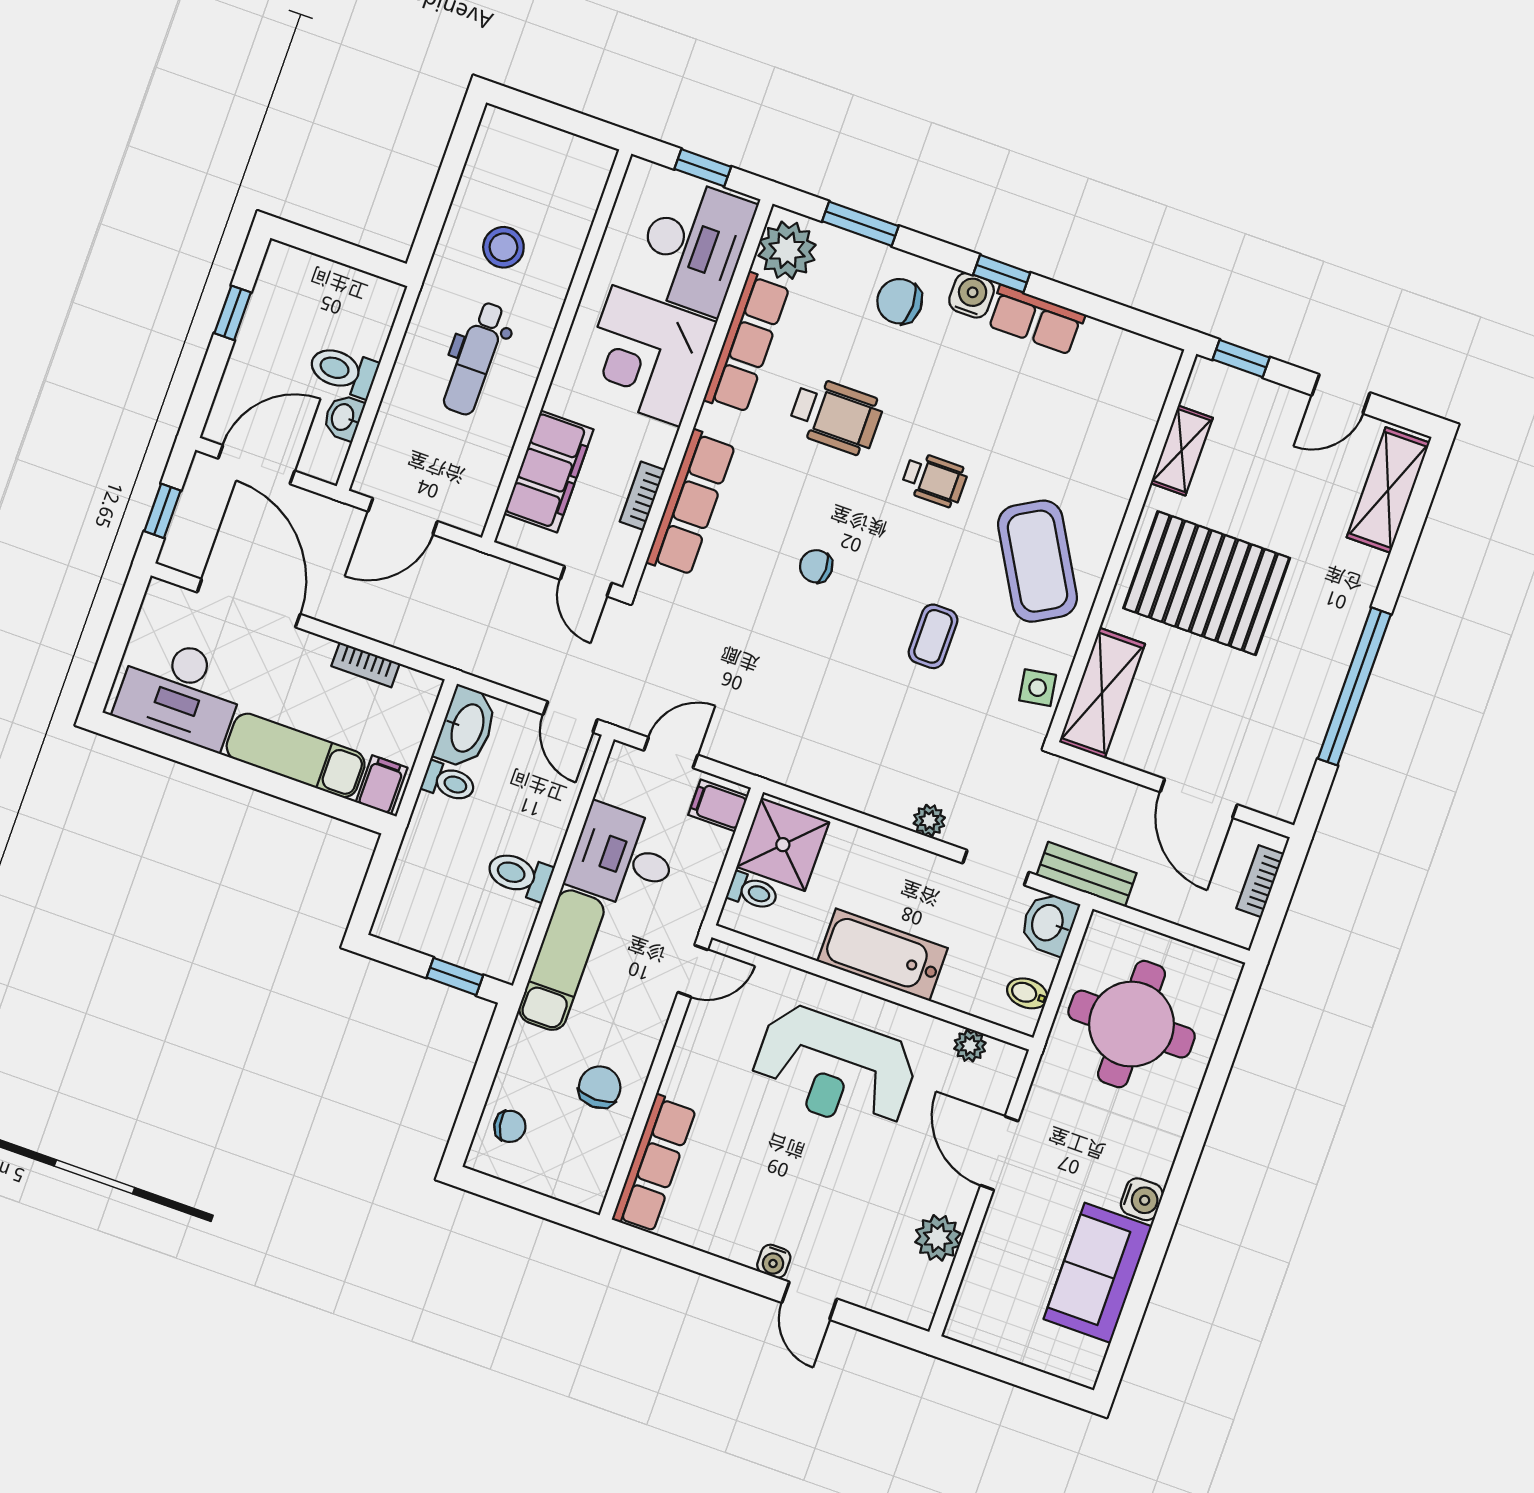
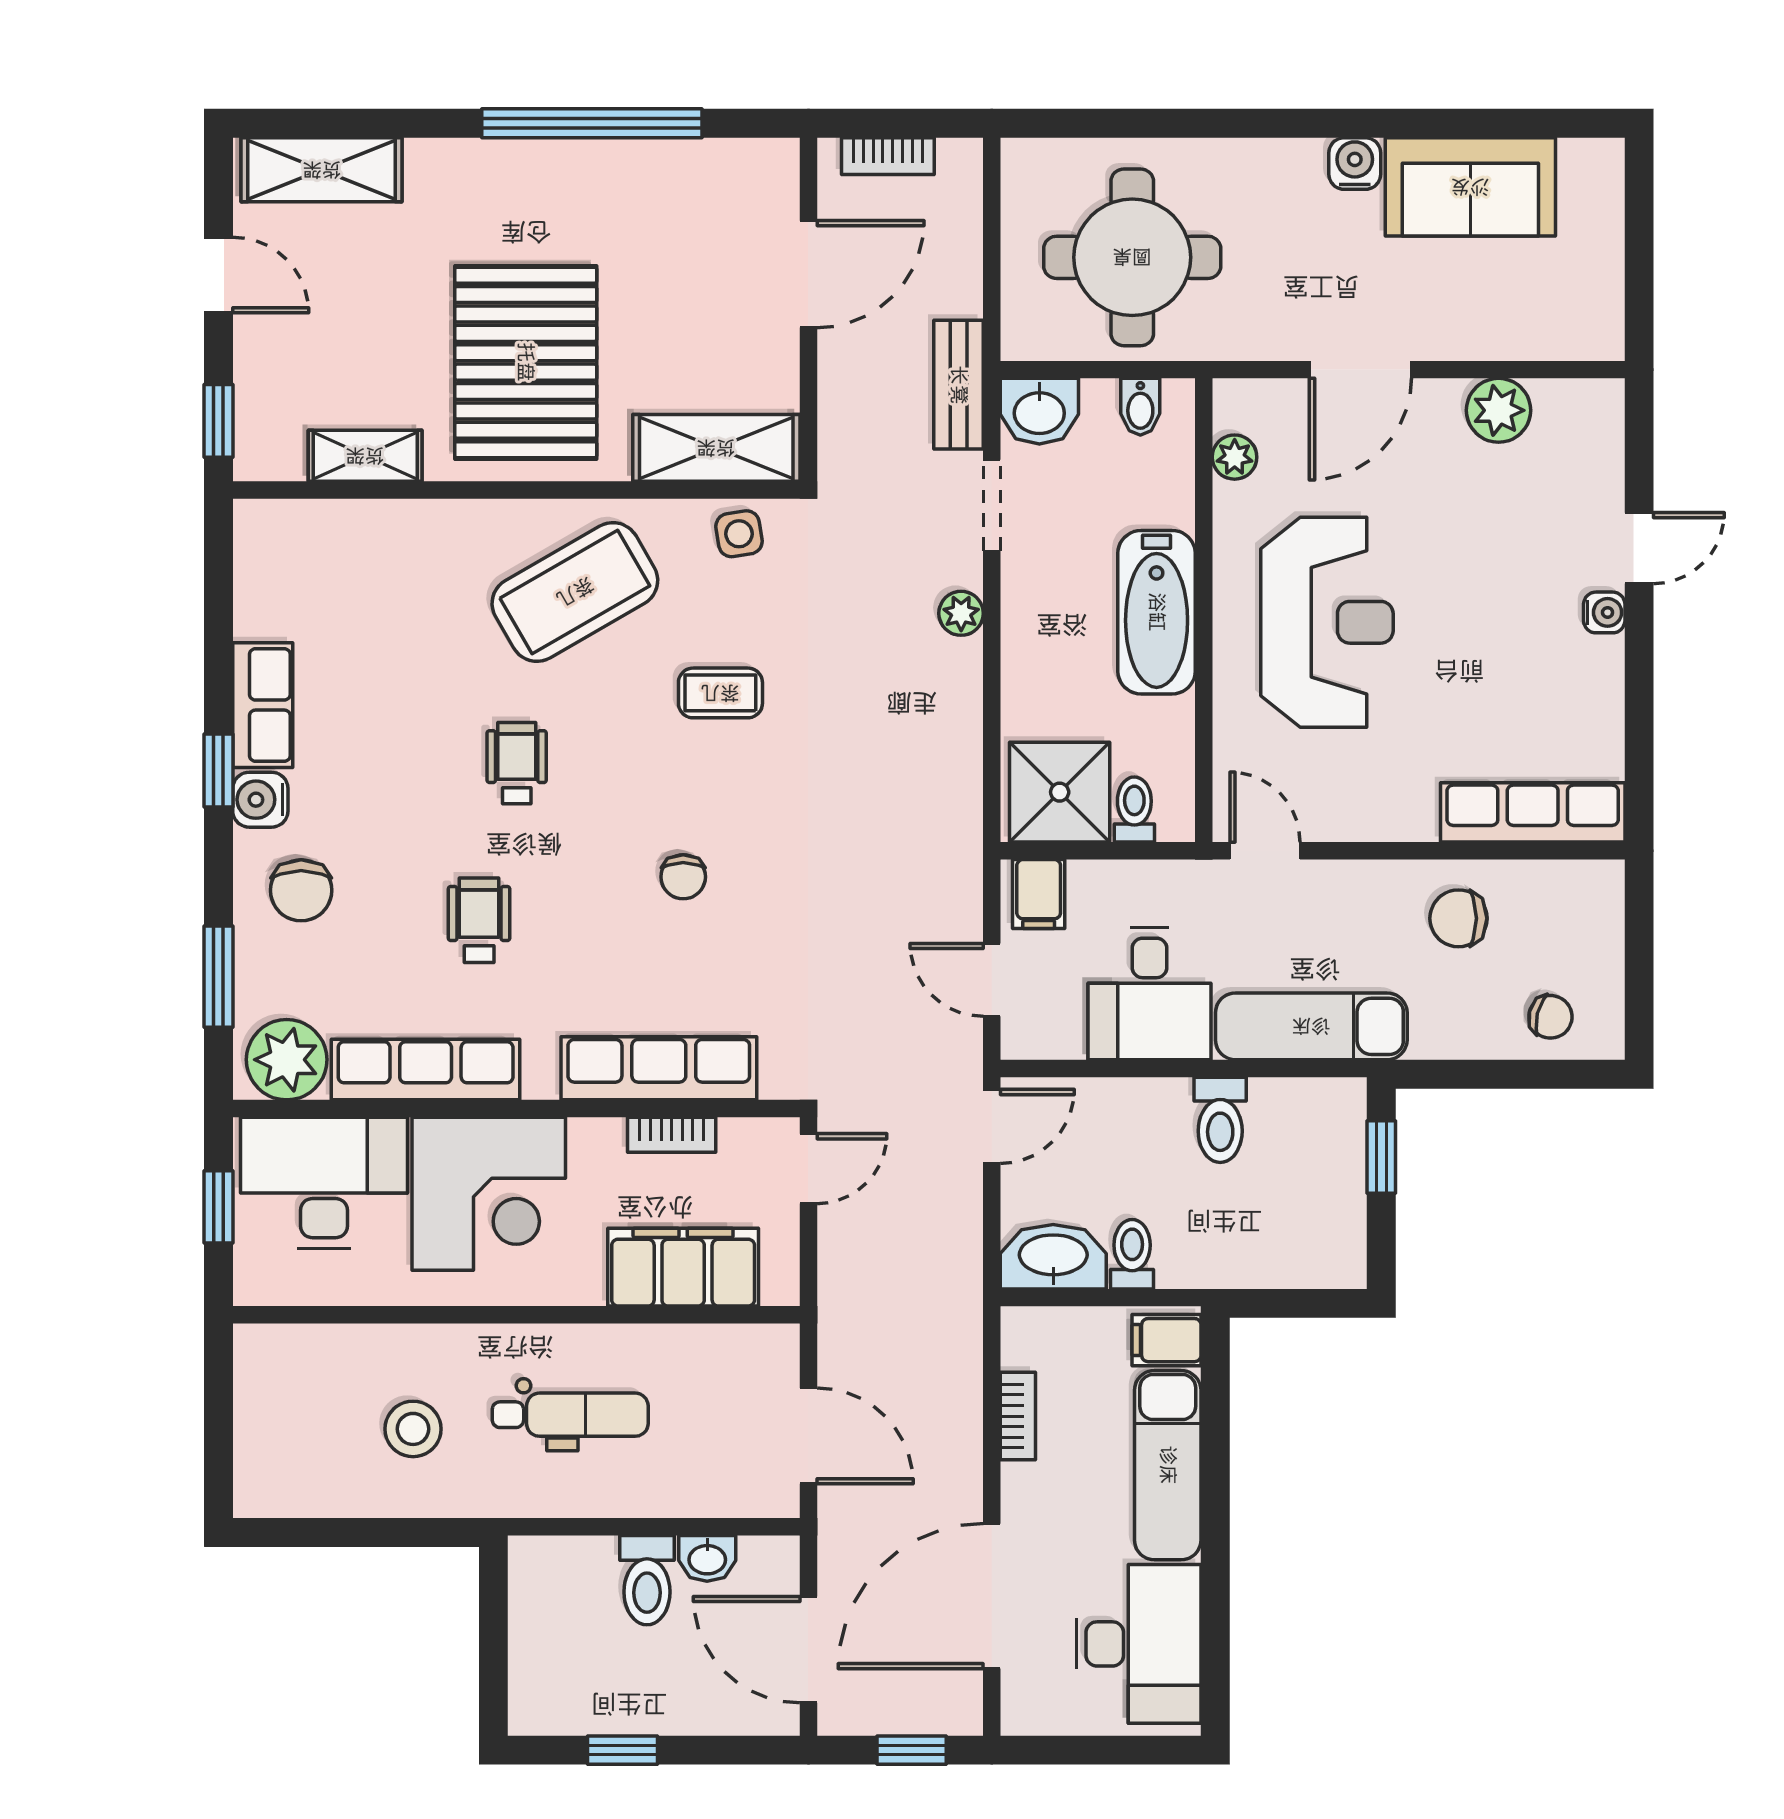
wheelchair: (836, 416) -> (479, 920), width x0.73, depth x0.73
chair: (510, 1126) -> (1550, 1017), turned 116

